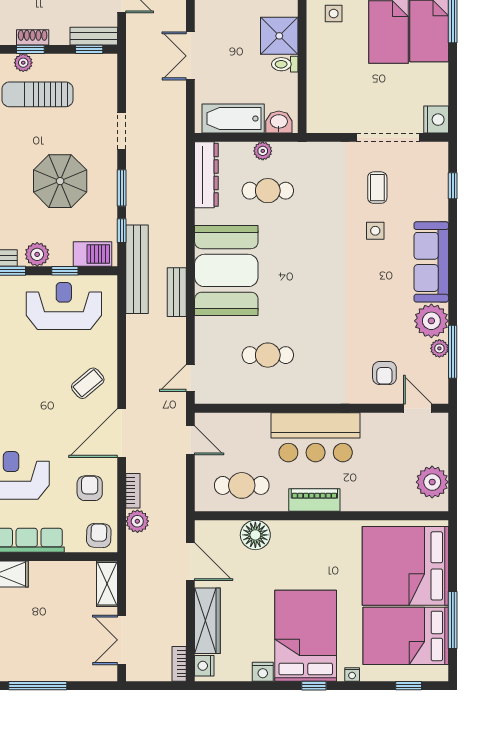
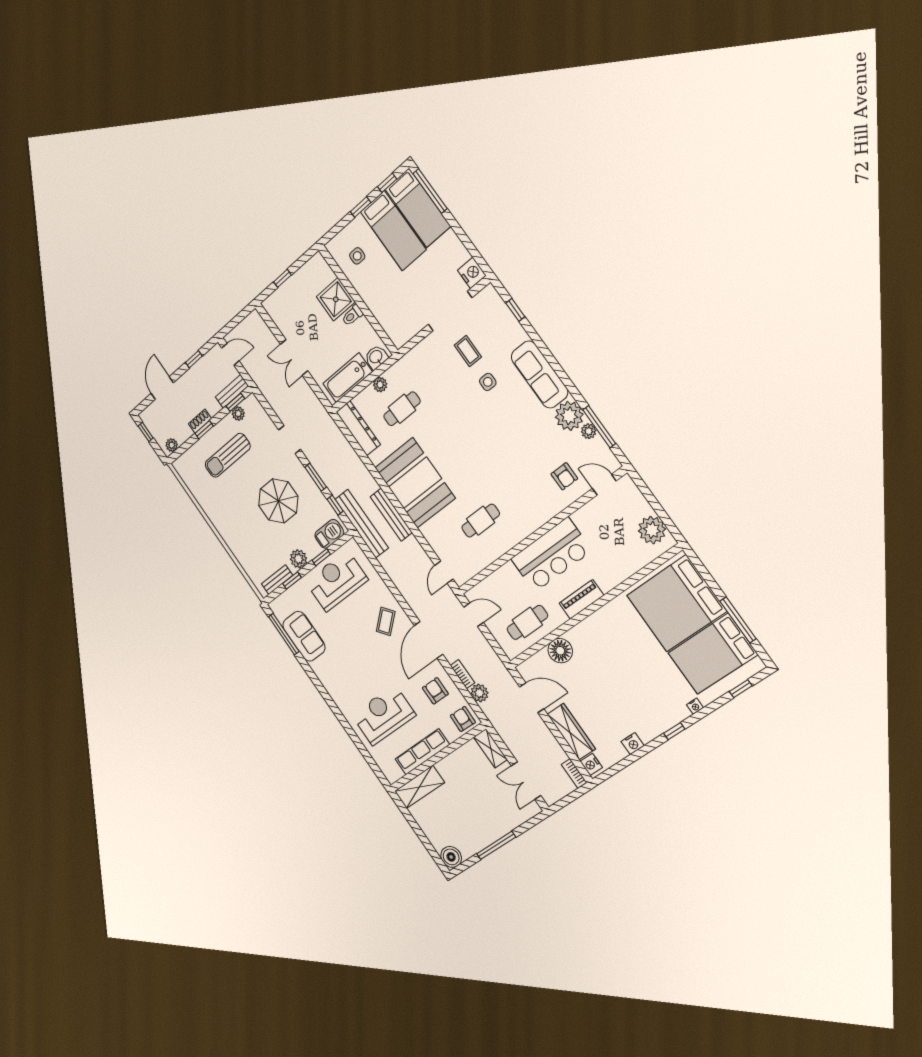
plant: (23, 63) -> (238, 414), moved
bench: (177, 292) -> (391, 515), width x1.36
bed: (306, 636) -> (644, 699), removed

